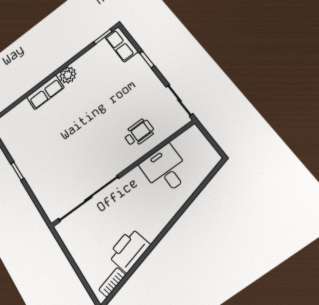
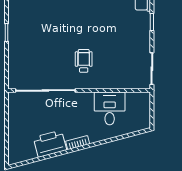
wheelchair: (139, 133) -> (84, 61), moved, turned -90
bookcase: (112, 282) -> (78, 143), moved

